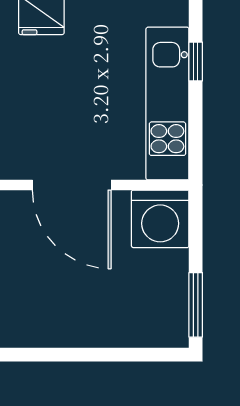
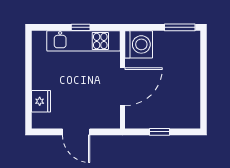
window: (196, 62) -> (81, 27), moved

